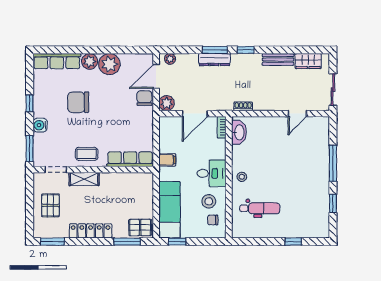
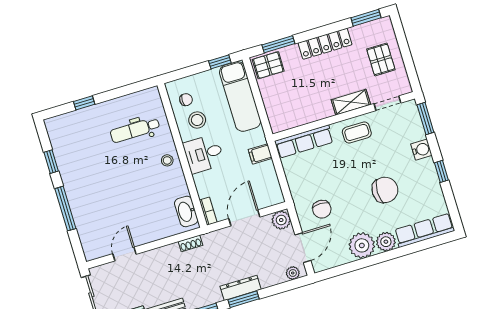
chair: (144, 98) -> (322, 209), moved

